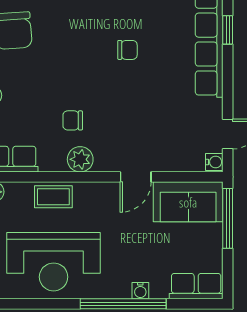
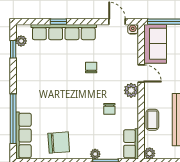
chair: (127, 50) -> (91, 67), moved
plant: (80, 159) -> (131, 90), moved

